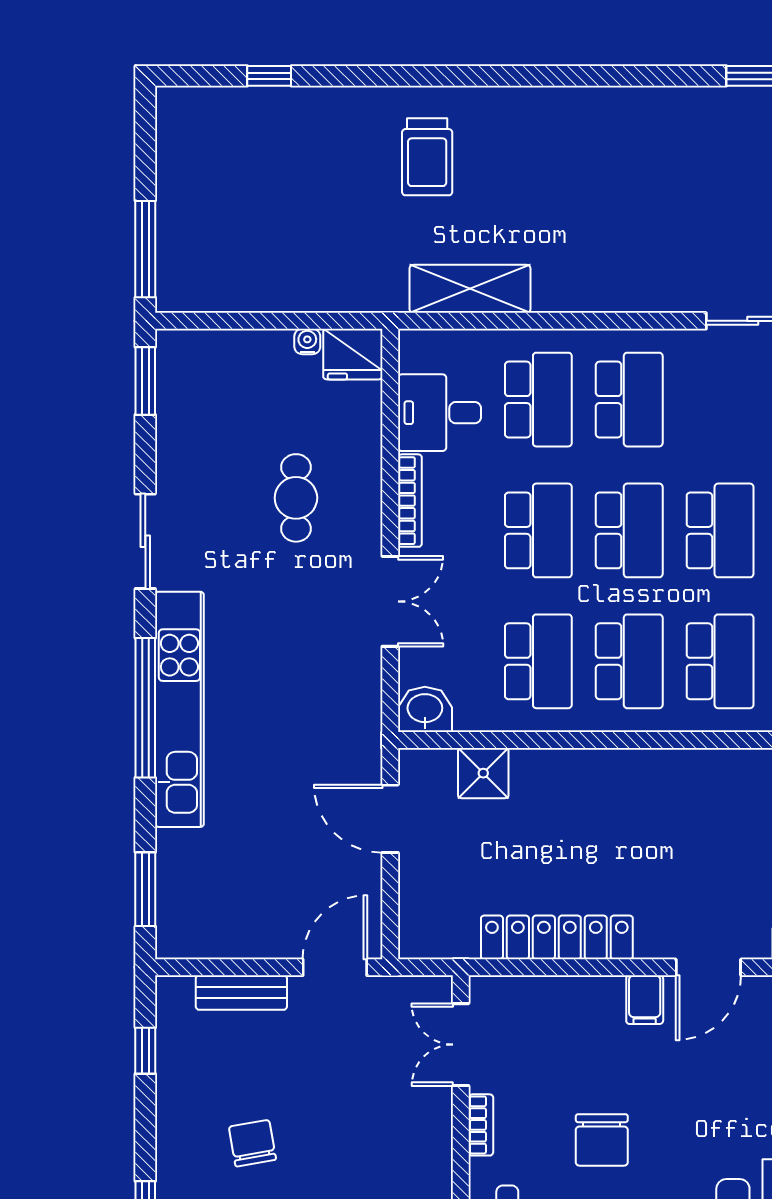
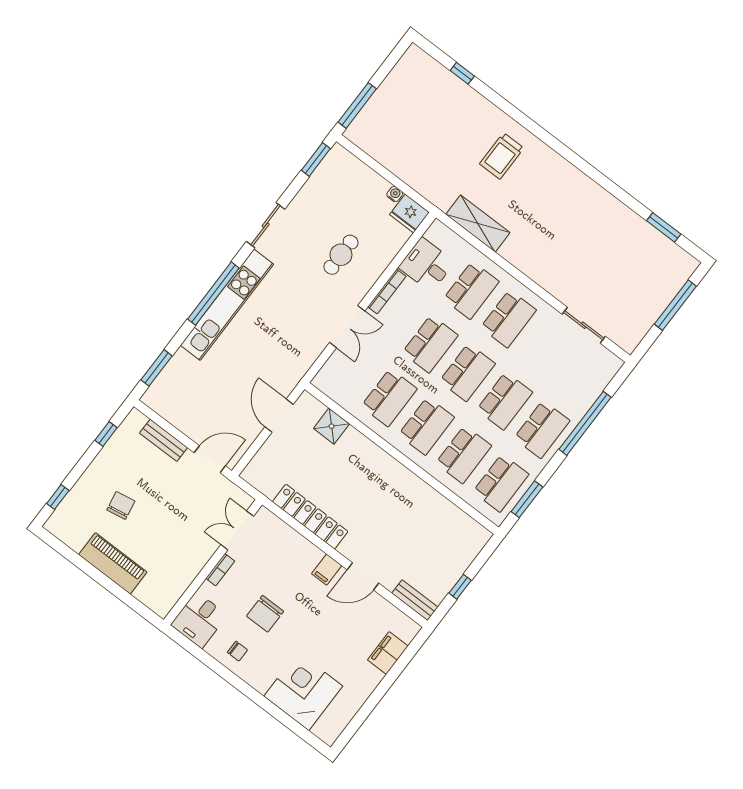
washbasin: (425, 709) -> (328, 382), removed

